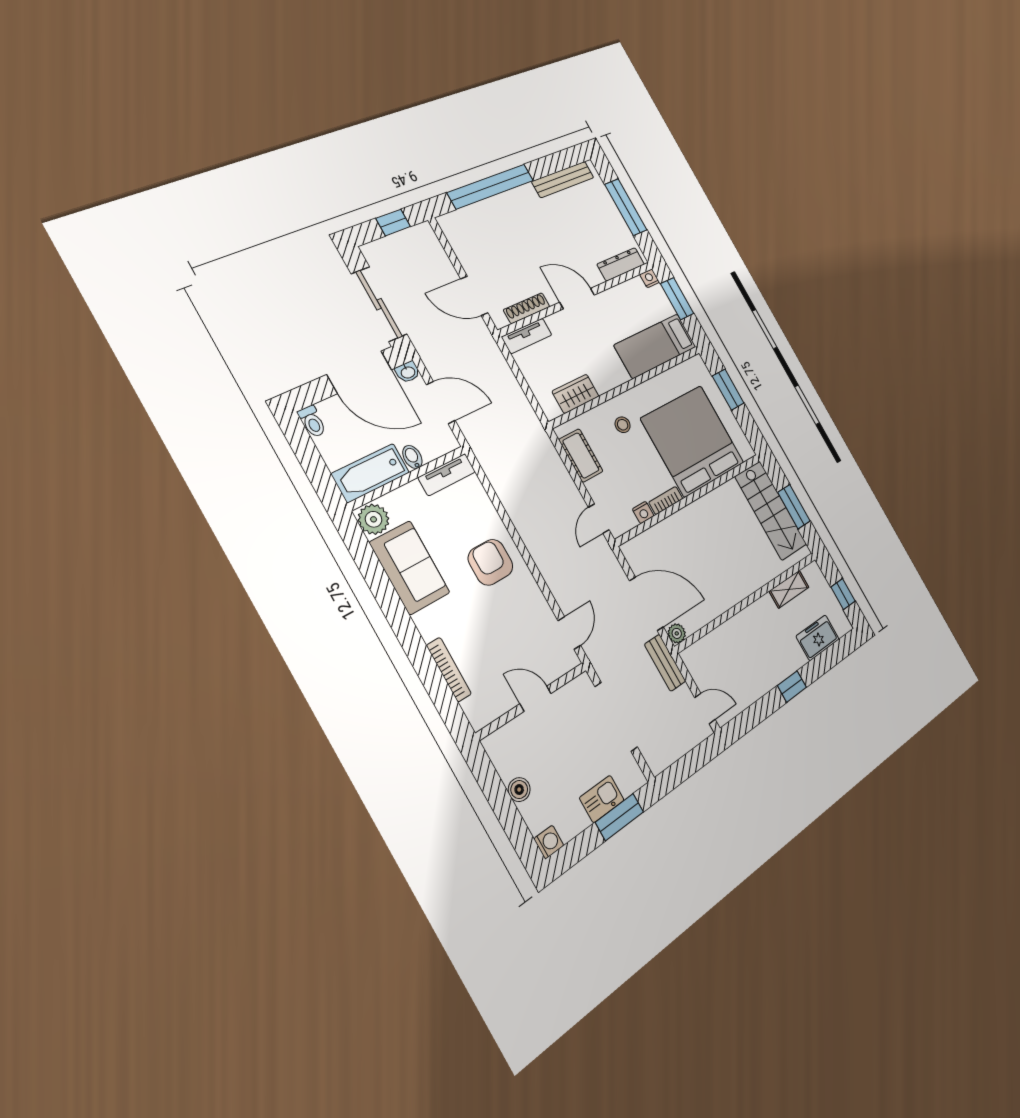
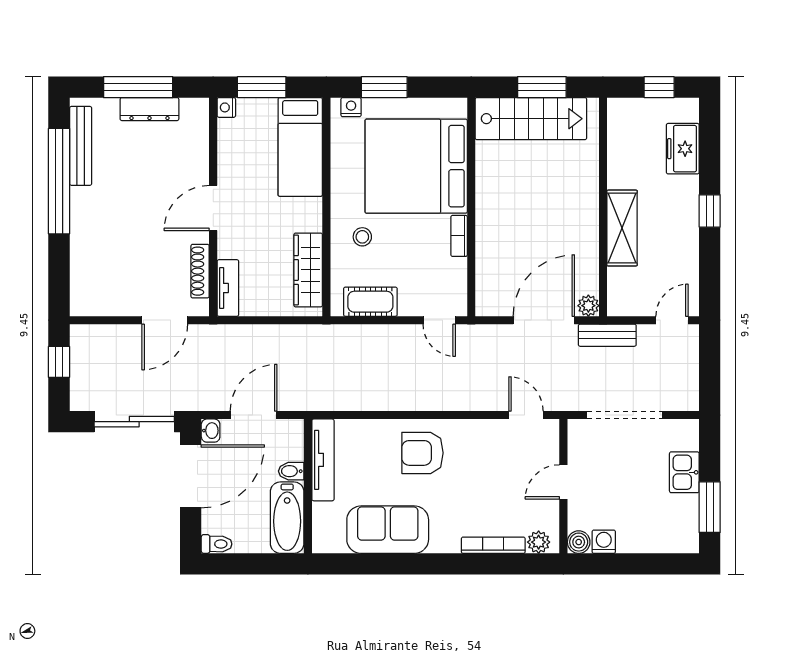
window: (491, 186) -> (59, 181), moved
dresser: (621, 264) -> (149, 109), moved, turned -90
wardrobe: (576, 394) -> (308, 270), width x1.50
tv unit: (447, 475) -> (323, 460), width x1.41
nightstand: (643, 512) -> (351, 107), moved, turned -90
plant: (374, 519) -> (539, 542), moved, width x0.73, depth x0.73
shelving: (789, 589) -> (622, 228), moved, width x1.50, depth x1.33
boiler: (519, 790) -> (579, 542), moved
window: (619, 817) -> (710, 507), moved
washing machine: (549, 842) -> (604, 542), moved

